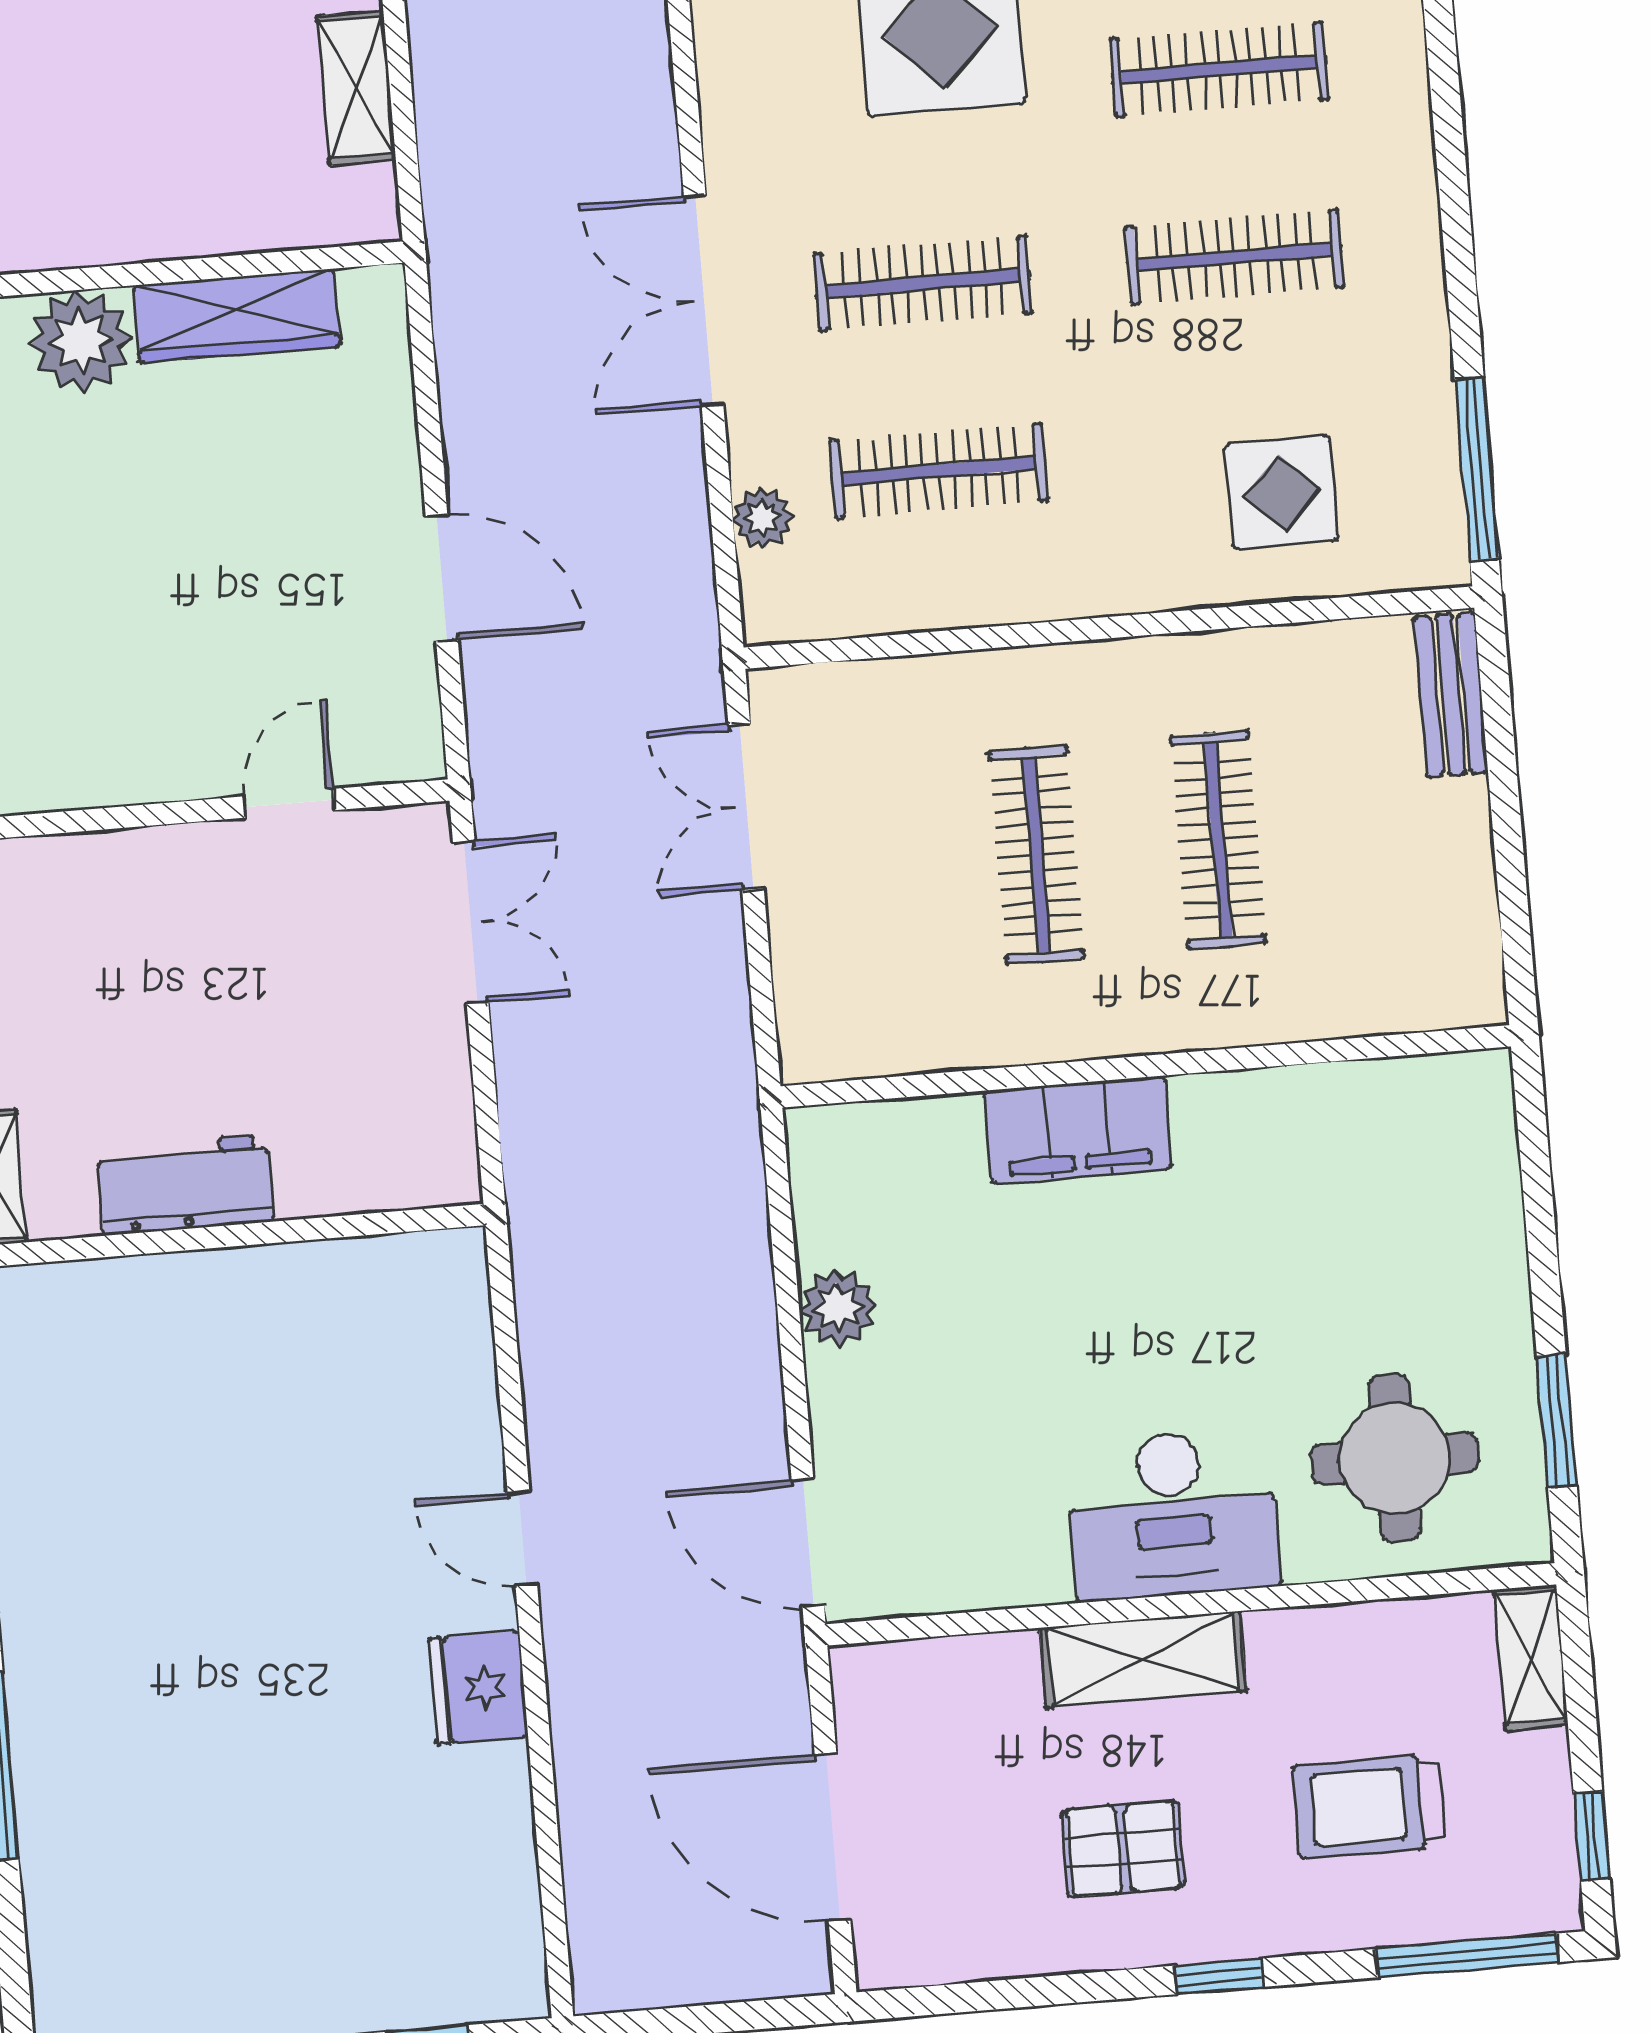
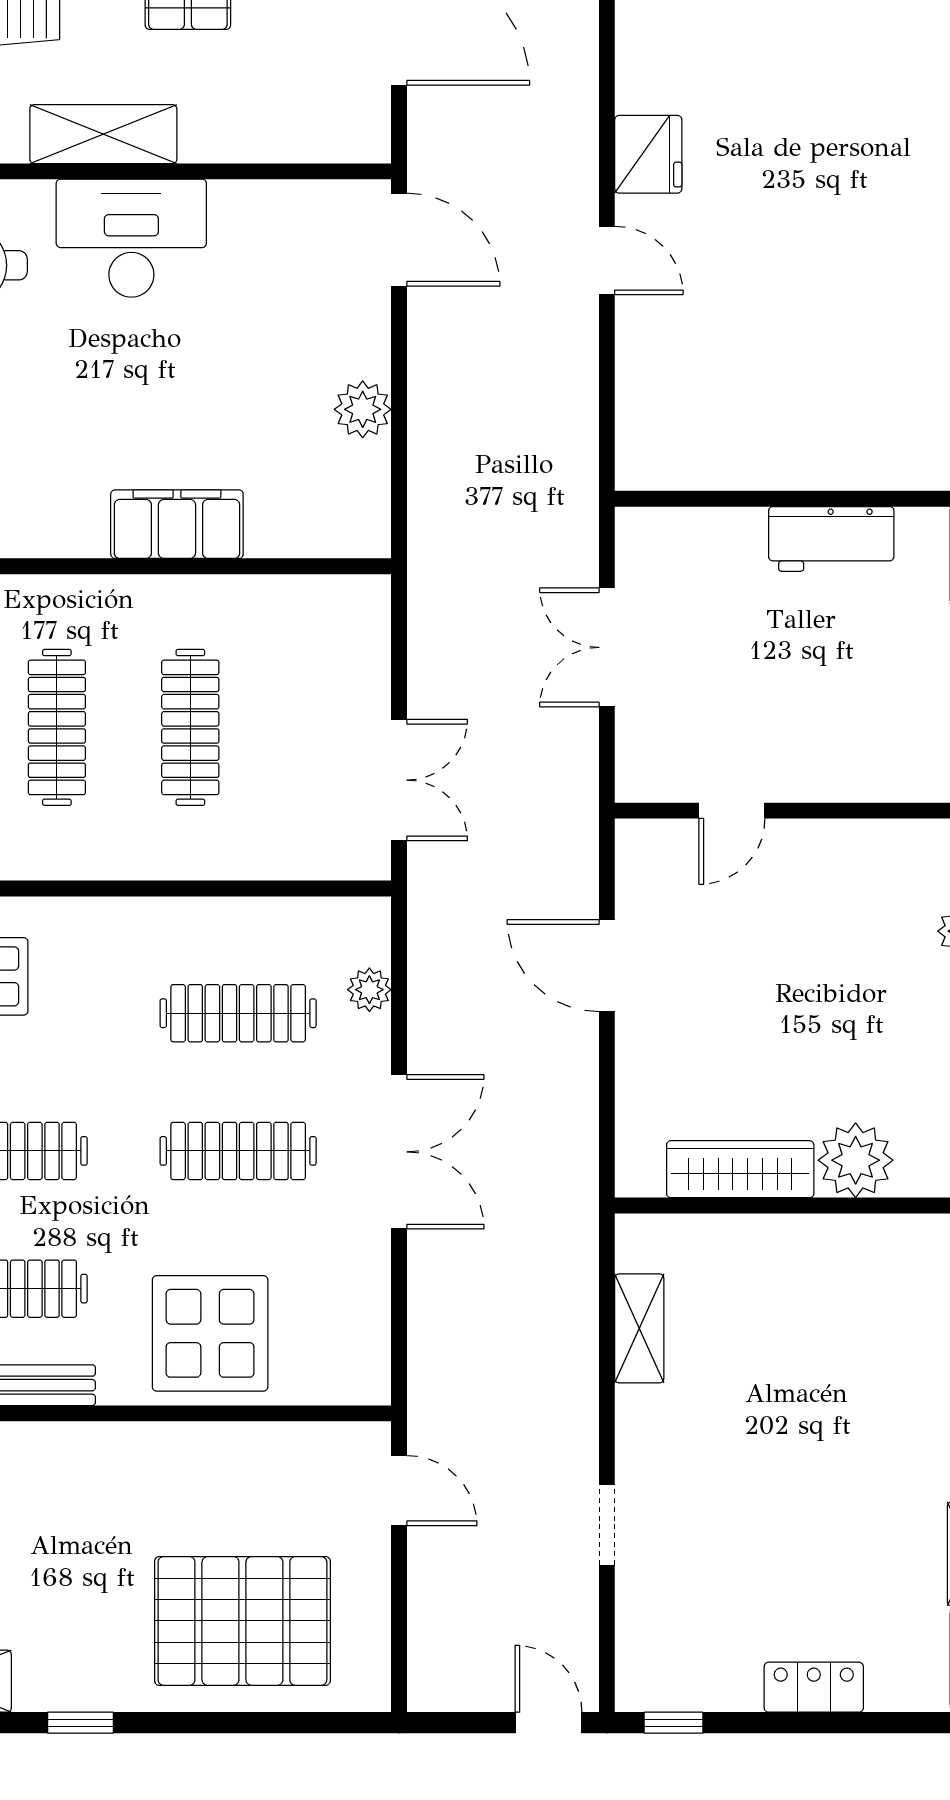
double door: (471, 922) -> (607, 647), moved
shelving: (1143, 1660) -> (103, 134), moved

